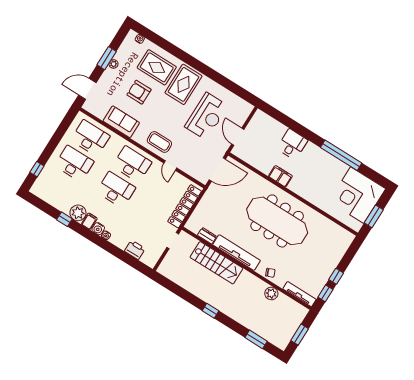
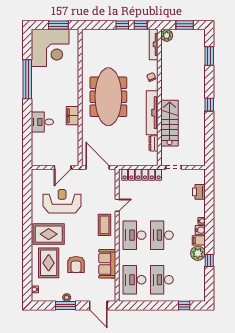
plant: (271, 293) -> (167, 35), moved

